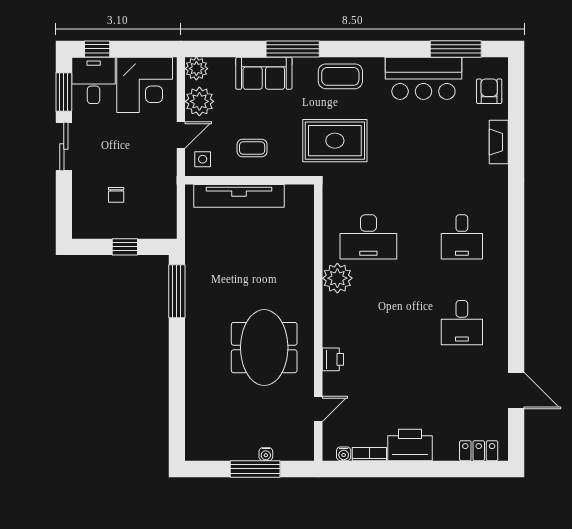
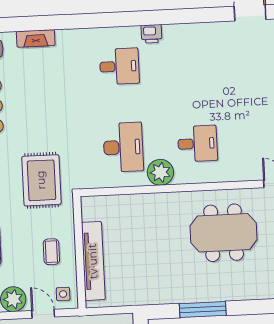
window: (177, 291) -> (203, 309), moved
desk: (462, 323) -> (198, 144), moved
printer: (333, 359) -> (152, 34), moved, turned 180

